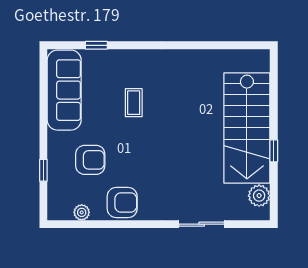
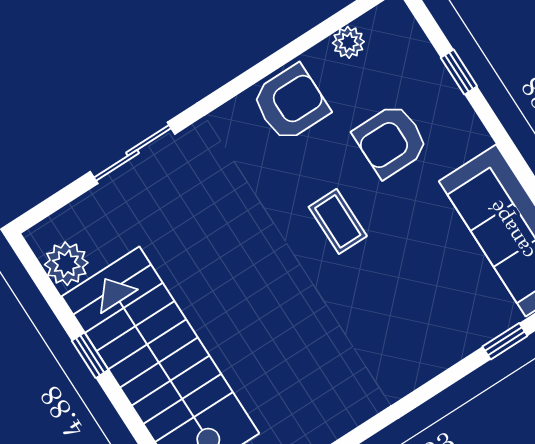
coffee table: (134, 103) -> (338, 221), moved
armchair: (122, 202) -> (291, 103), turned 180

